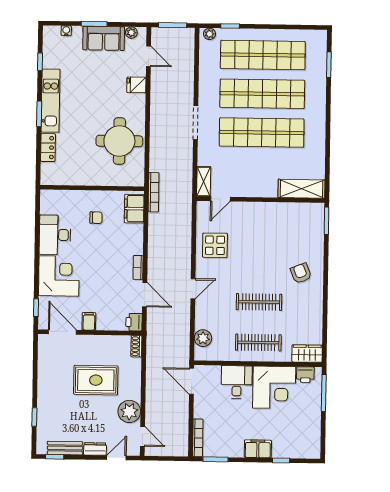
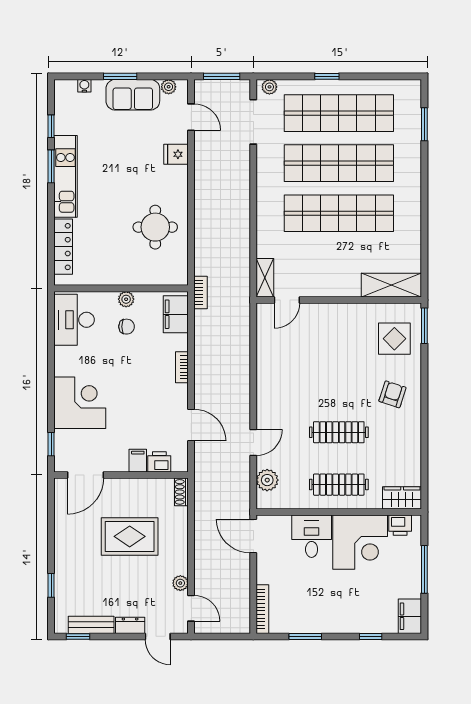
window: (230, 26) -> (327, 76), moved
window: (39, 114) -> (51, 166), moved
doorway: (196, 123) -> (253, 122), moved
round table: (119, 141) -> (155, 227), width x0.73, depth x0.73
locker: (48, 148) -> (63, 247), width x1.53
bookcase: (154, 192) -> (200, 293), width x0.64
plant: (96, 196) -> (126, 299), added
desk: (55, 235) -> (74, 320), moved
display table: (215, 245) -> (394, 339), moved
bookcase: (138, 267) -> (182, 367), moved
armchair: (301, 273) -> (392, 394), turned 40
door: (193, 289) -> (253, 442), moved
filing cabinet: (89, 321) -> (138, 461), moved
printer: (134, 322) -> (159, 462), moved, turned 90
door: (62, 332) -> (85, 475), swing flipped
window: (324, 393) -> (424, 569), moved
plant: (129, 411) -> (180, 583), width x0.53, depth x0.53
filing cabinet: (258, 449) -> (410, 616), moved, turned -90
door: (116, 458) -> (158, 636), swing flipped
window: (216, 459) -> (305, 636), moved

